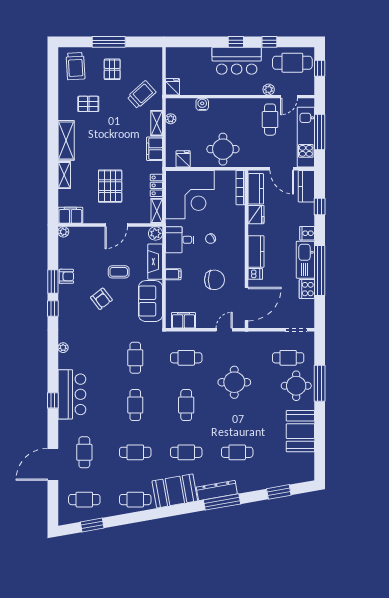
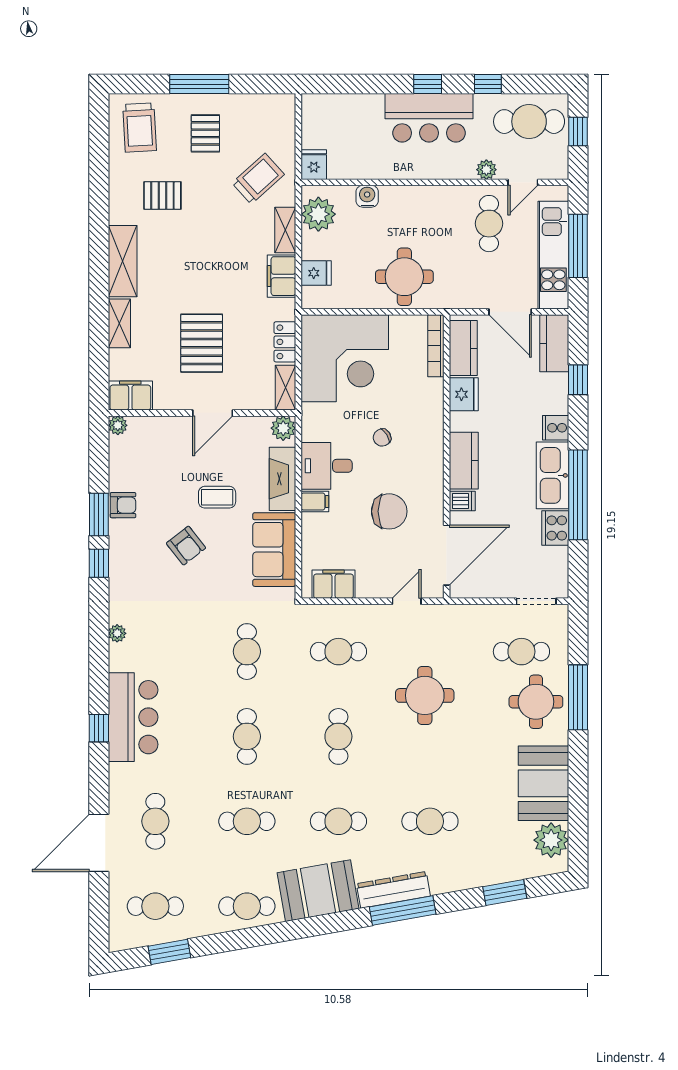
plant: (171, 119) -> (318, 214), width x1.87, depth x1.87
fridge: (183, 159) -> (316, 273), moved, turned 90
desk: (180, 240) -> (327, 466), moved
plant: (305, 463) -> (551, 840), added

